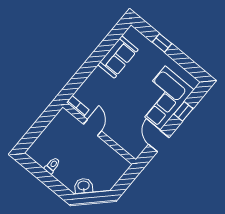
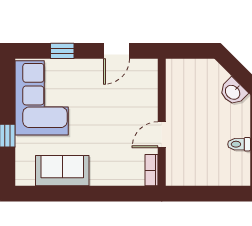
corner sofa: (163, 98) -> (42, 98), moved, turned -90

